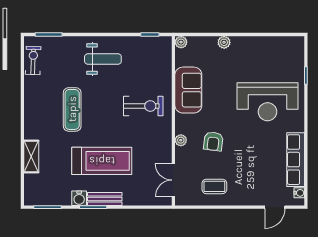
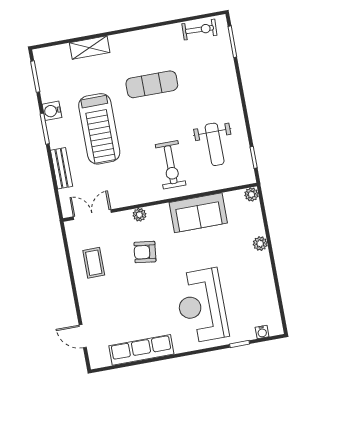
weight bench: (103, 59) -> (215, 144), moved
water cooler: (299, 193) -> (262, 332), moved
bench: (105, 199) -> (62, 168), moved

